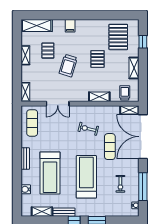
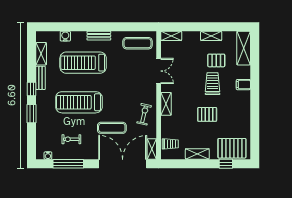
pallet: (118, 37) -> (232, 148), moved
trolley: (68, 66) -> (213, 84), moved, turned 73
shelving: (99, 97) -> (166, 104), moved
double door: (58, 104) -> (159, 71), swing flipped
exercise bike: (88, 129) -> (144, 114), moved
treadmill: (86, 177) -> (79, 102), turned 180

